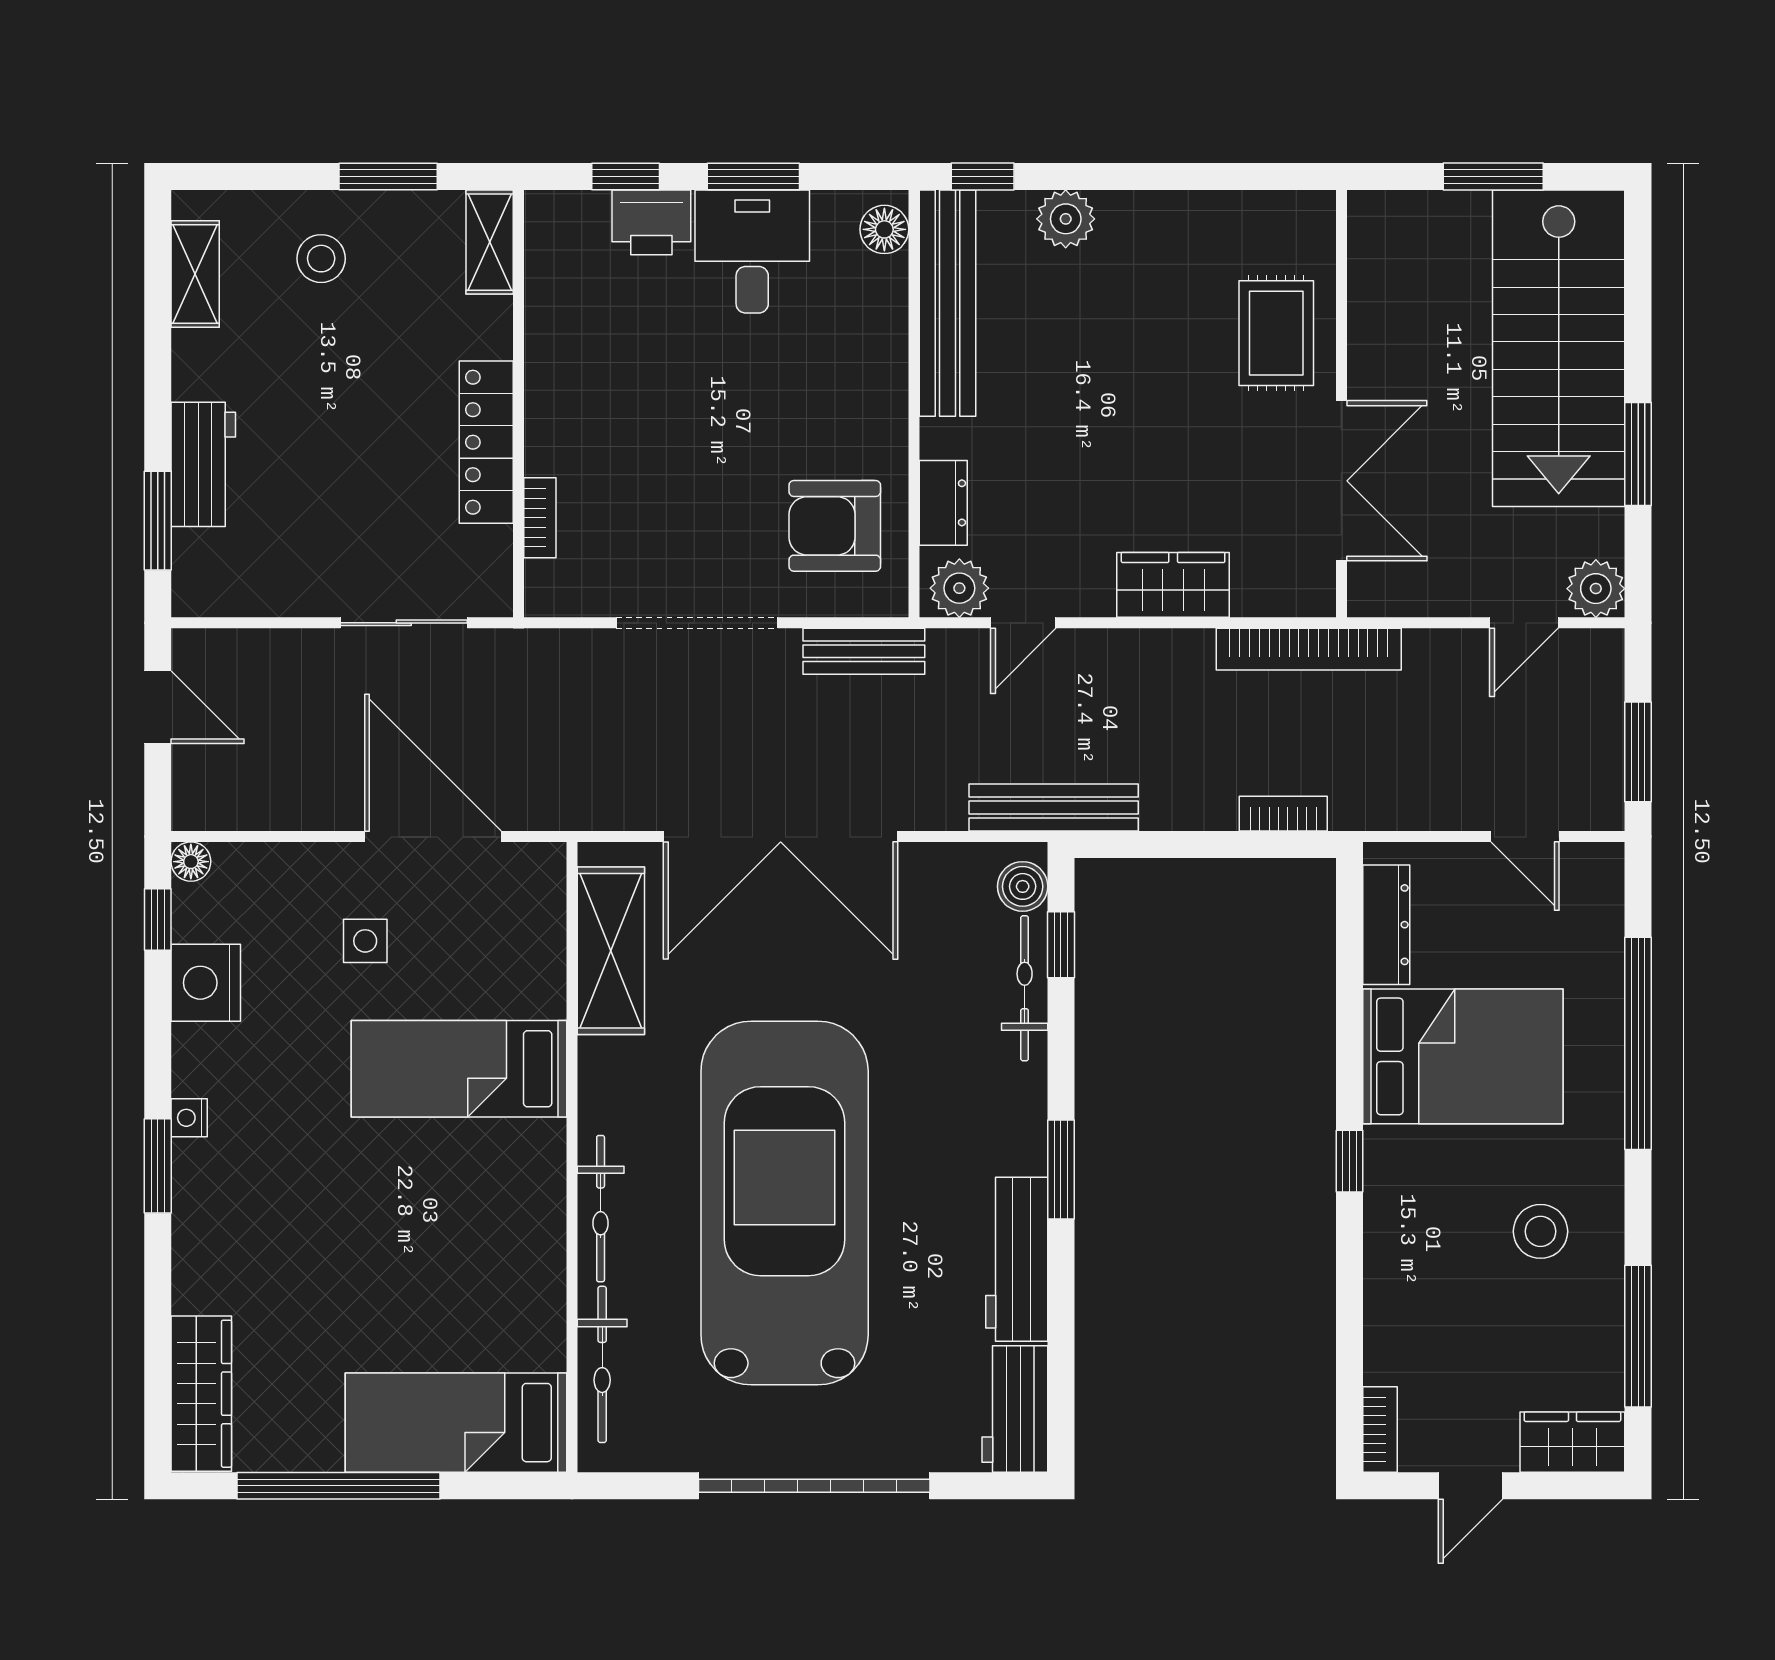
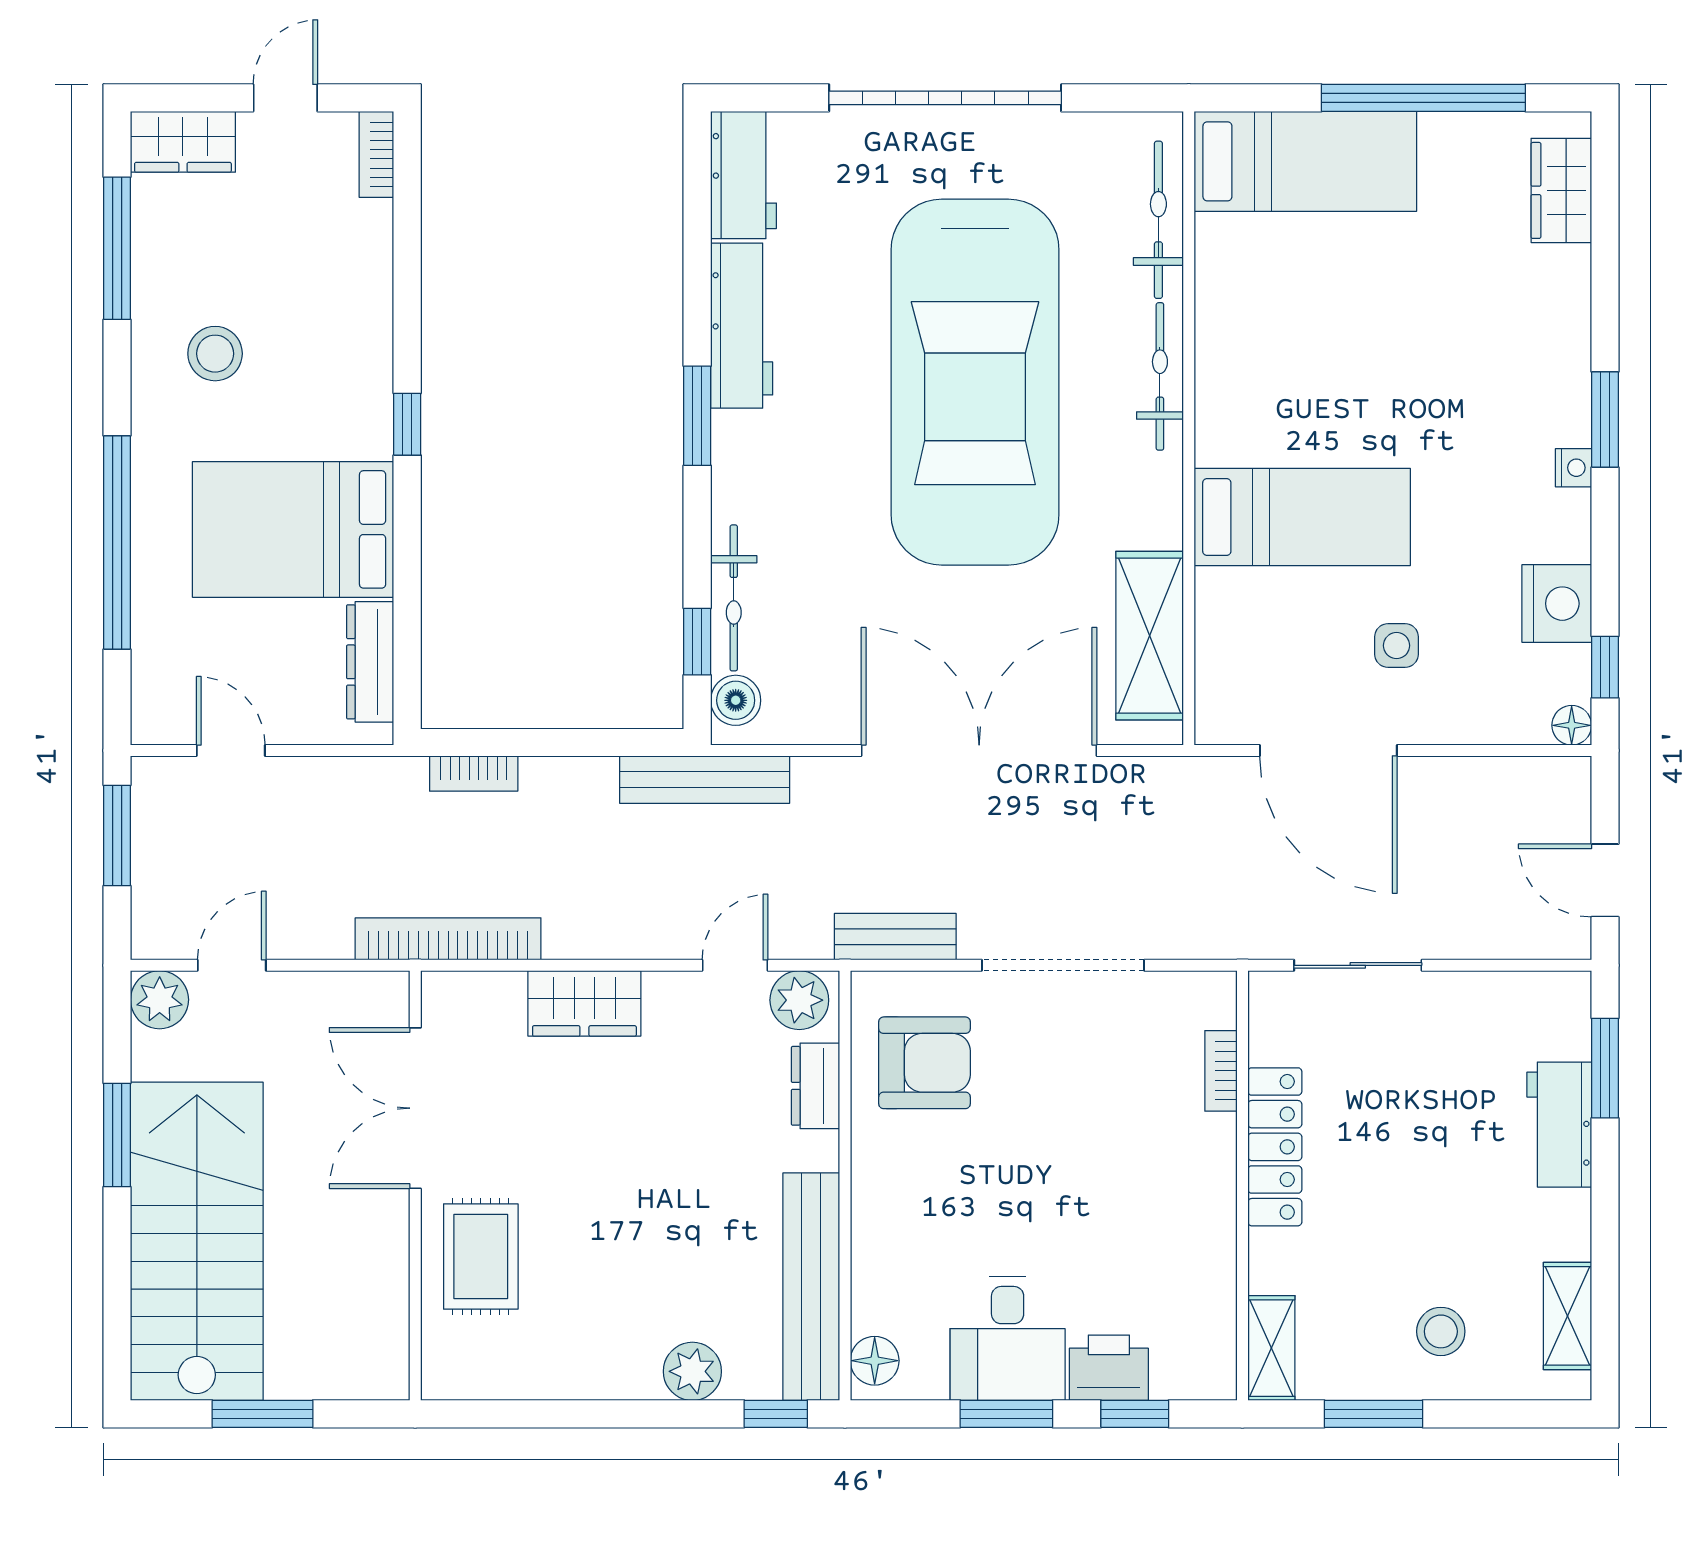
wardrobe: (201, 1394) -> (1561, 190), width x0.67

